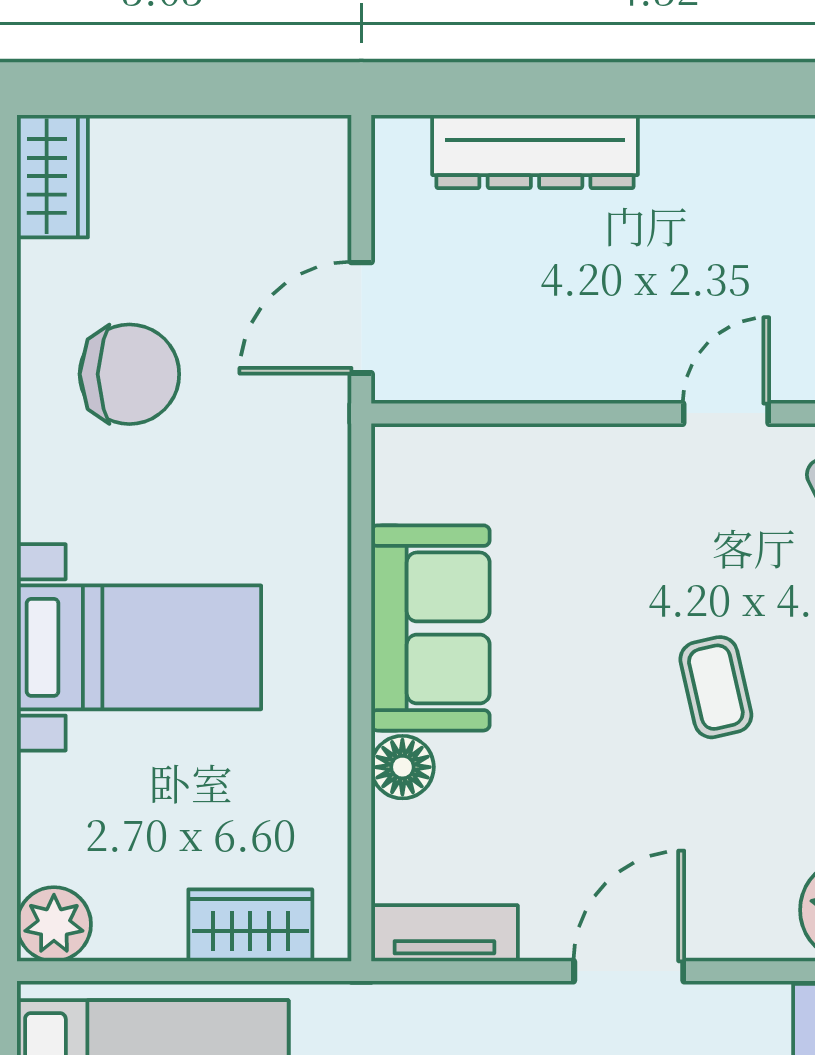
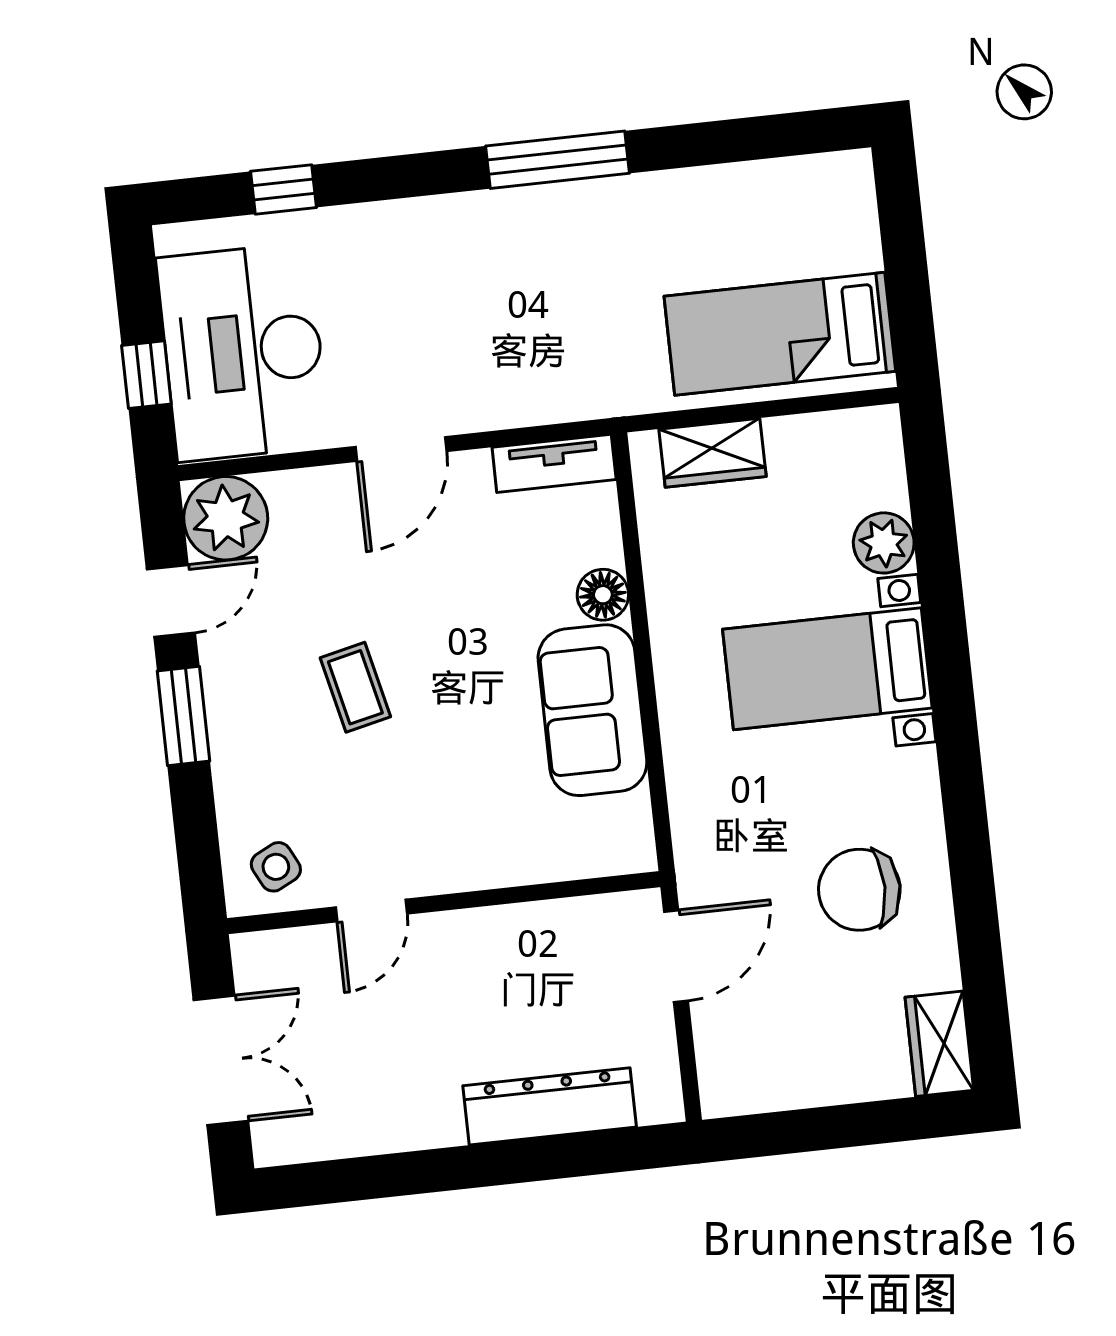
plant: (54, 924) -> (884, 543), moved

